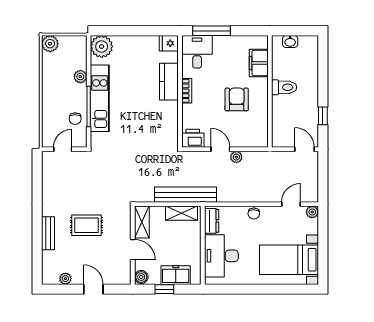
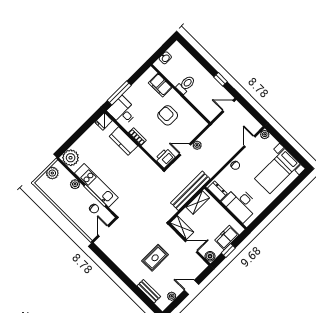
plant: (50, 44) -> (52, 173), moved
bench: (48, 233) -> (149, 291), moved

